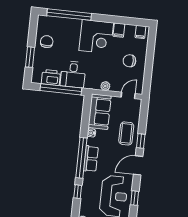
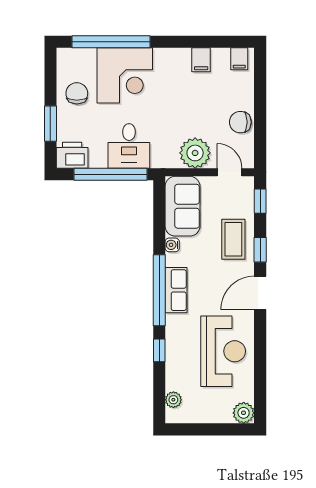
corner desk: (96, 37) -> (125, 75), moved
chair: (129, 61) -> (240, 122), moved
printer: (51, 77) -> (72, 155), moved
plant: (105, 86) -> (195, 153), width x1.88, depth x1.88
door: (128, 95) -> (230, 172), hinge flipped
window: (135, 198) -> (260, 201), moved

